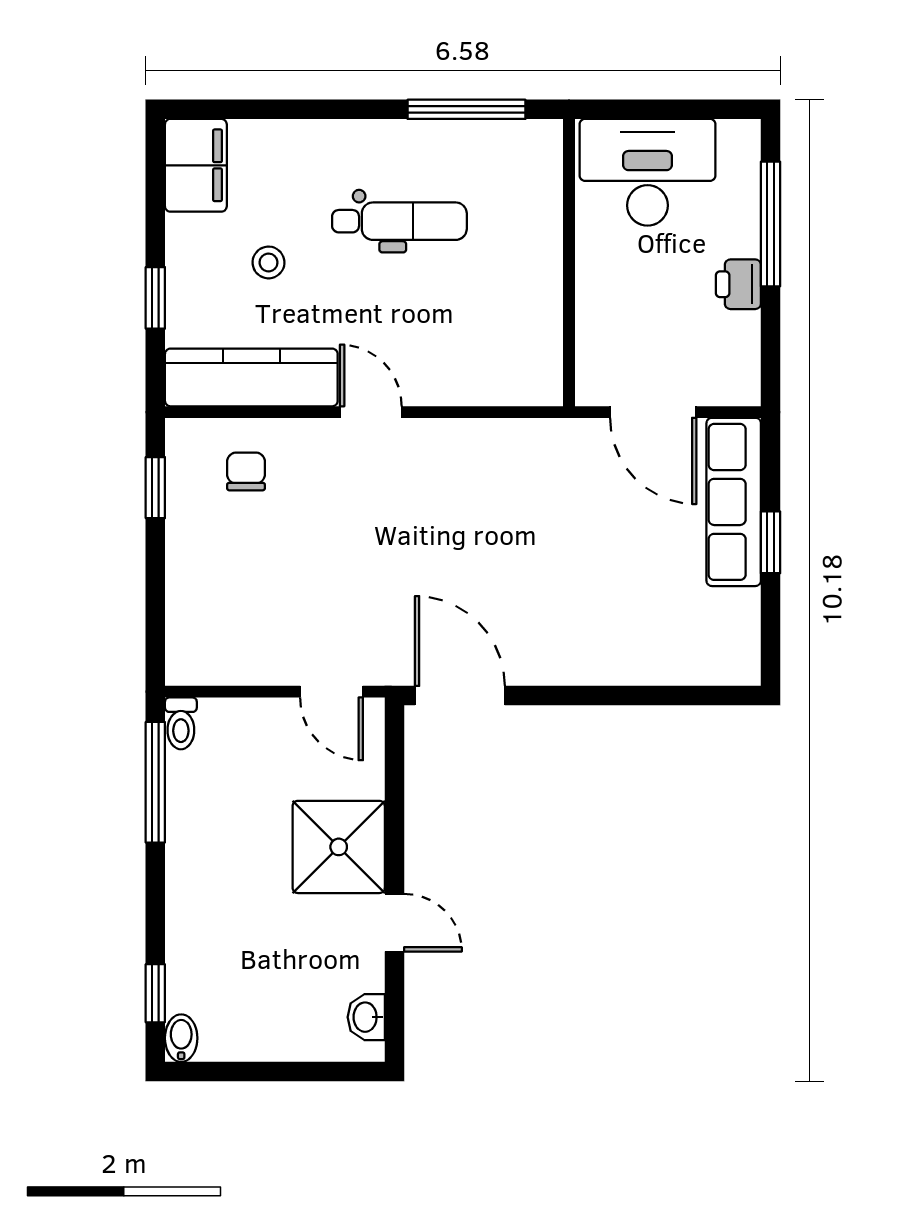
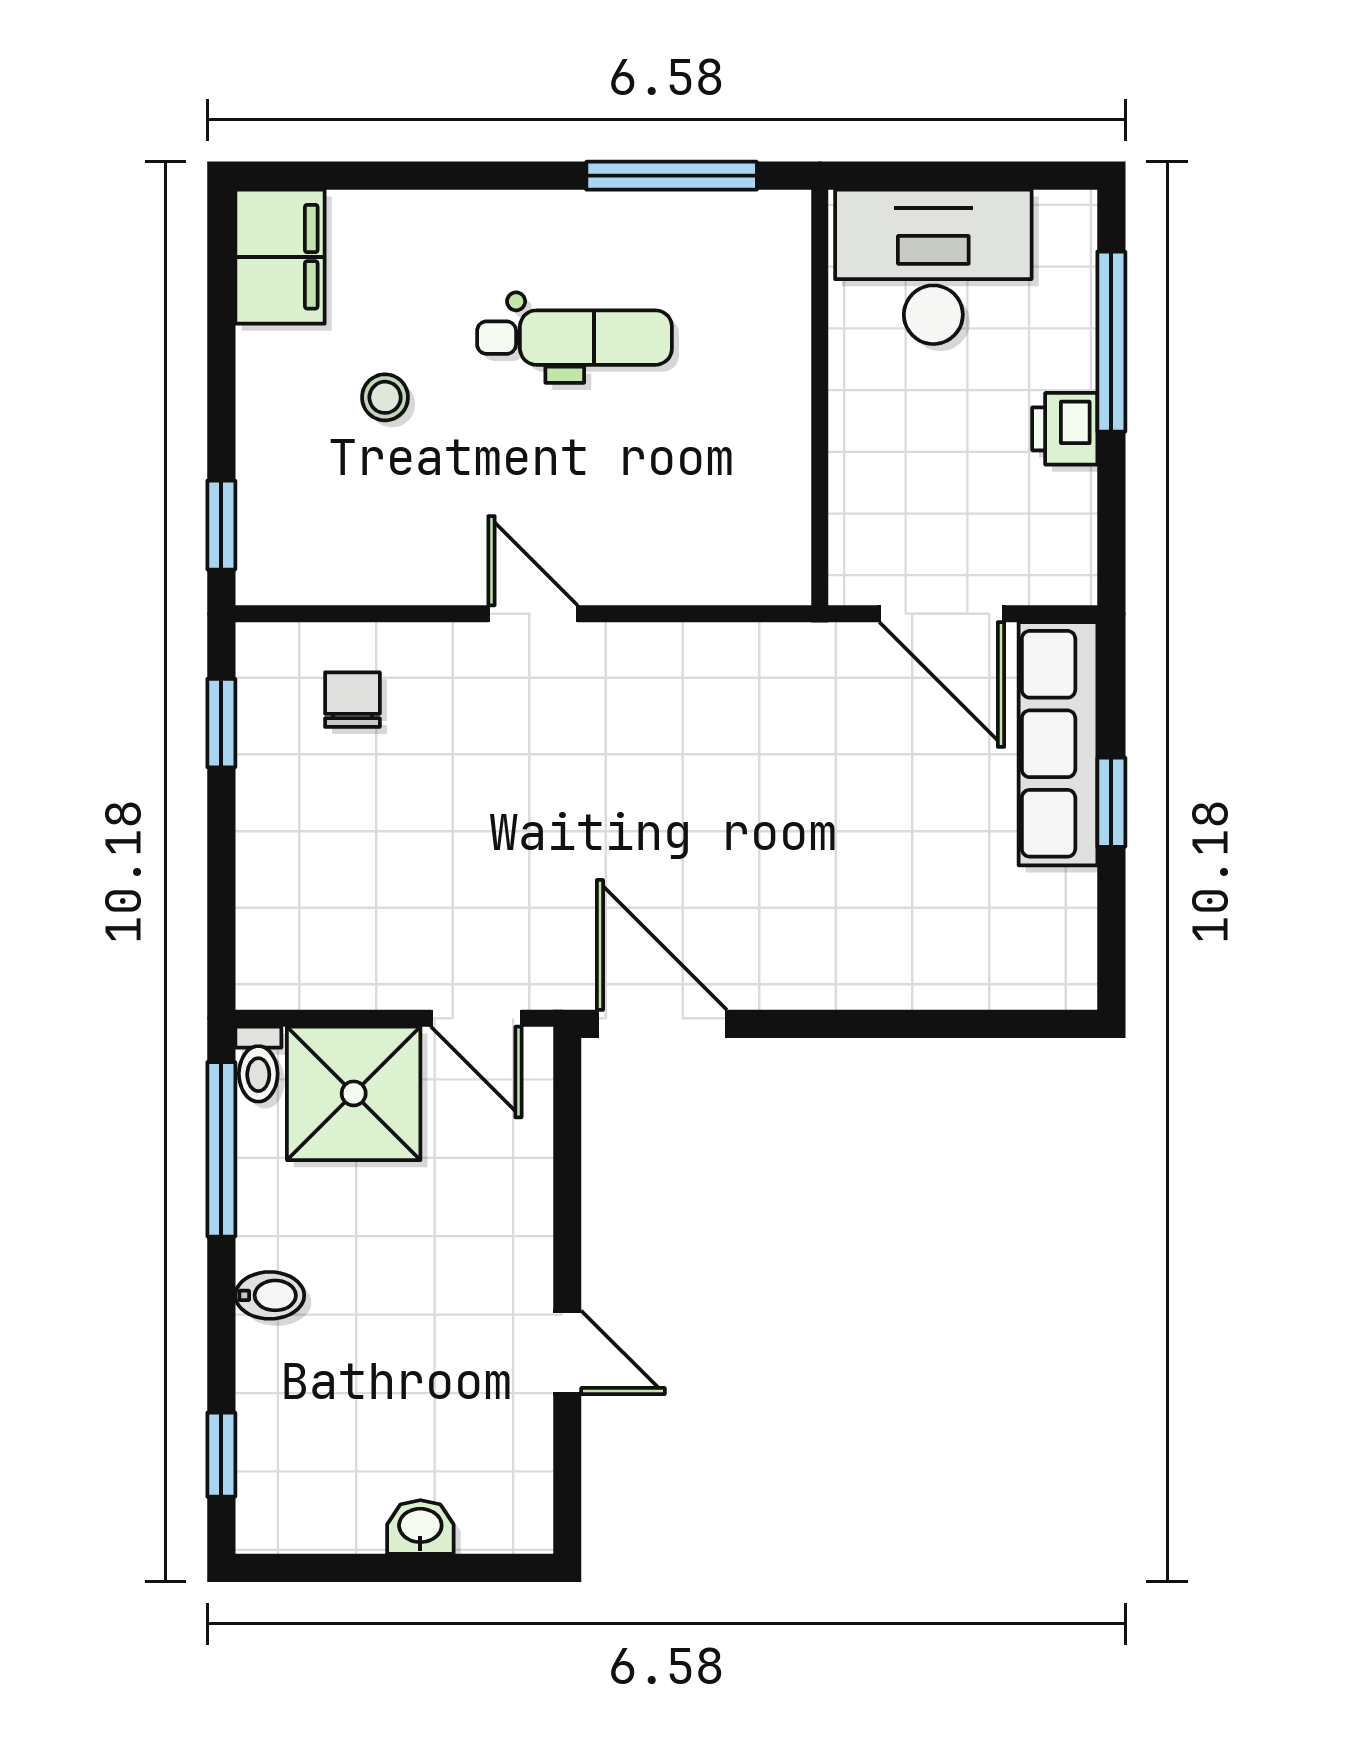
window: (155, 298) -> (221, 525), moved
kitchen counter: (251, 377) -> (360, 564), removed
shower: (339, 847) -> (354, 1093), moved
washbasin: (366, 1017) -> (420, 1527), moved, turned 90
bidet: (181, 1038) -> (270, 1295), moved, turned 90

